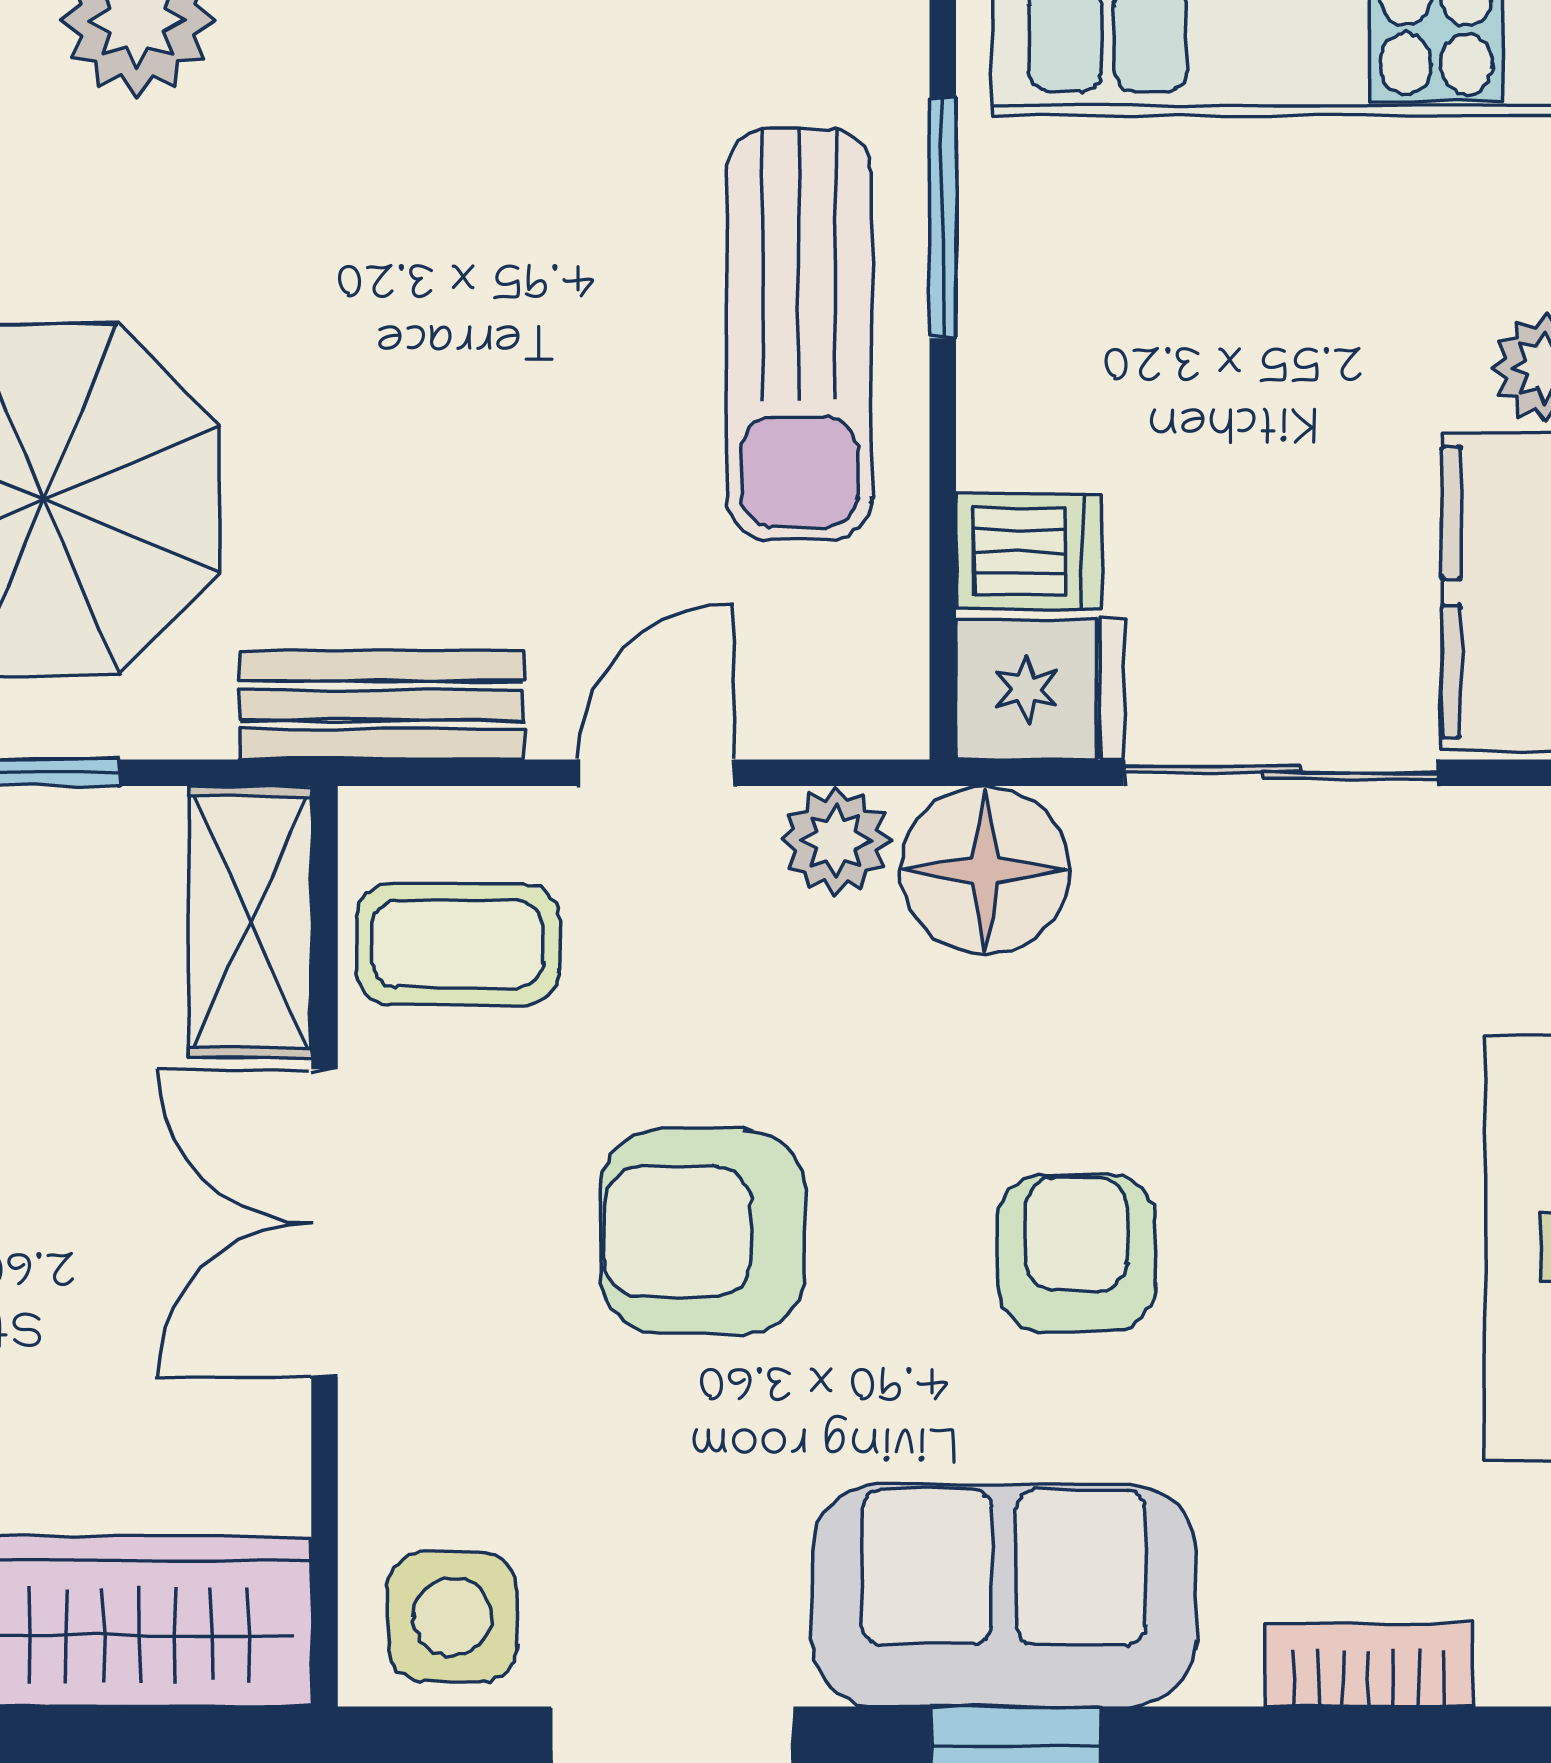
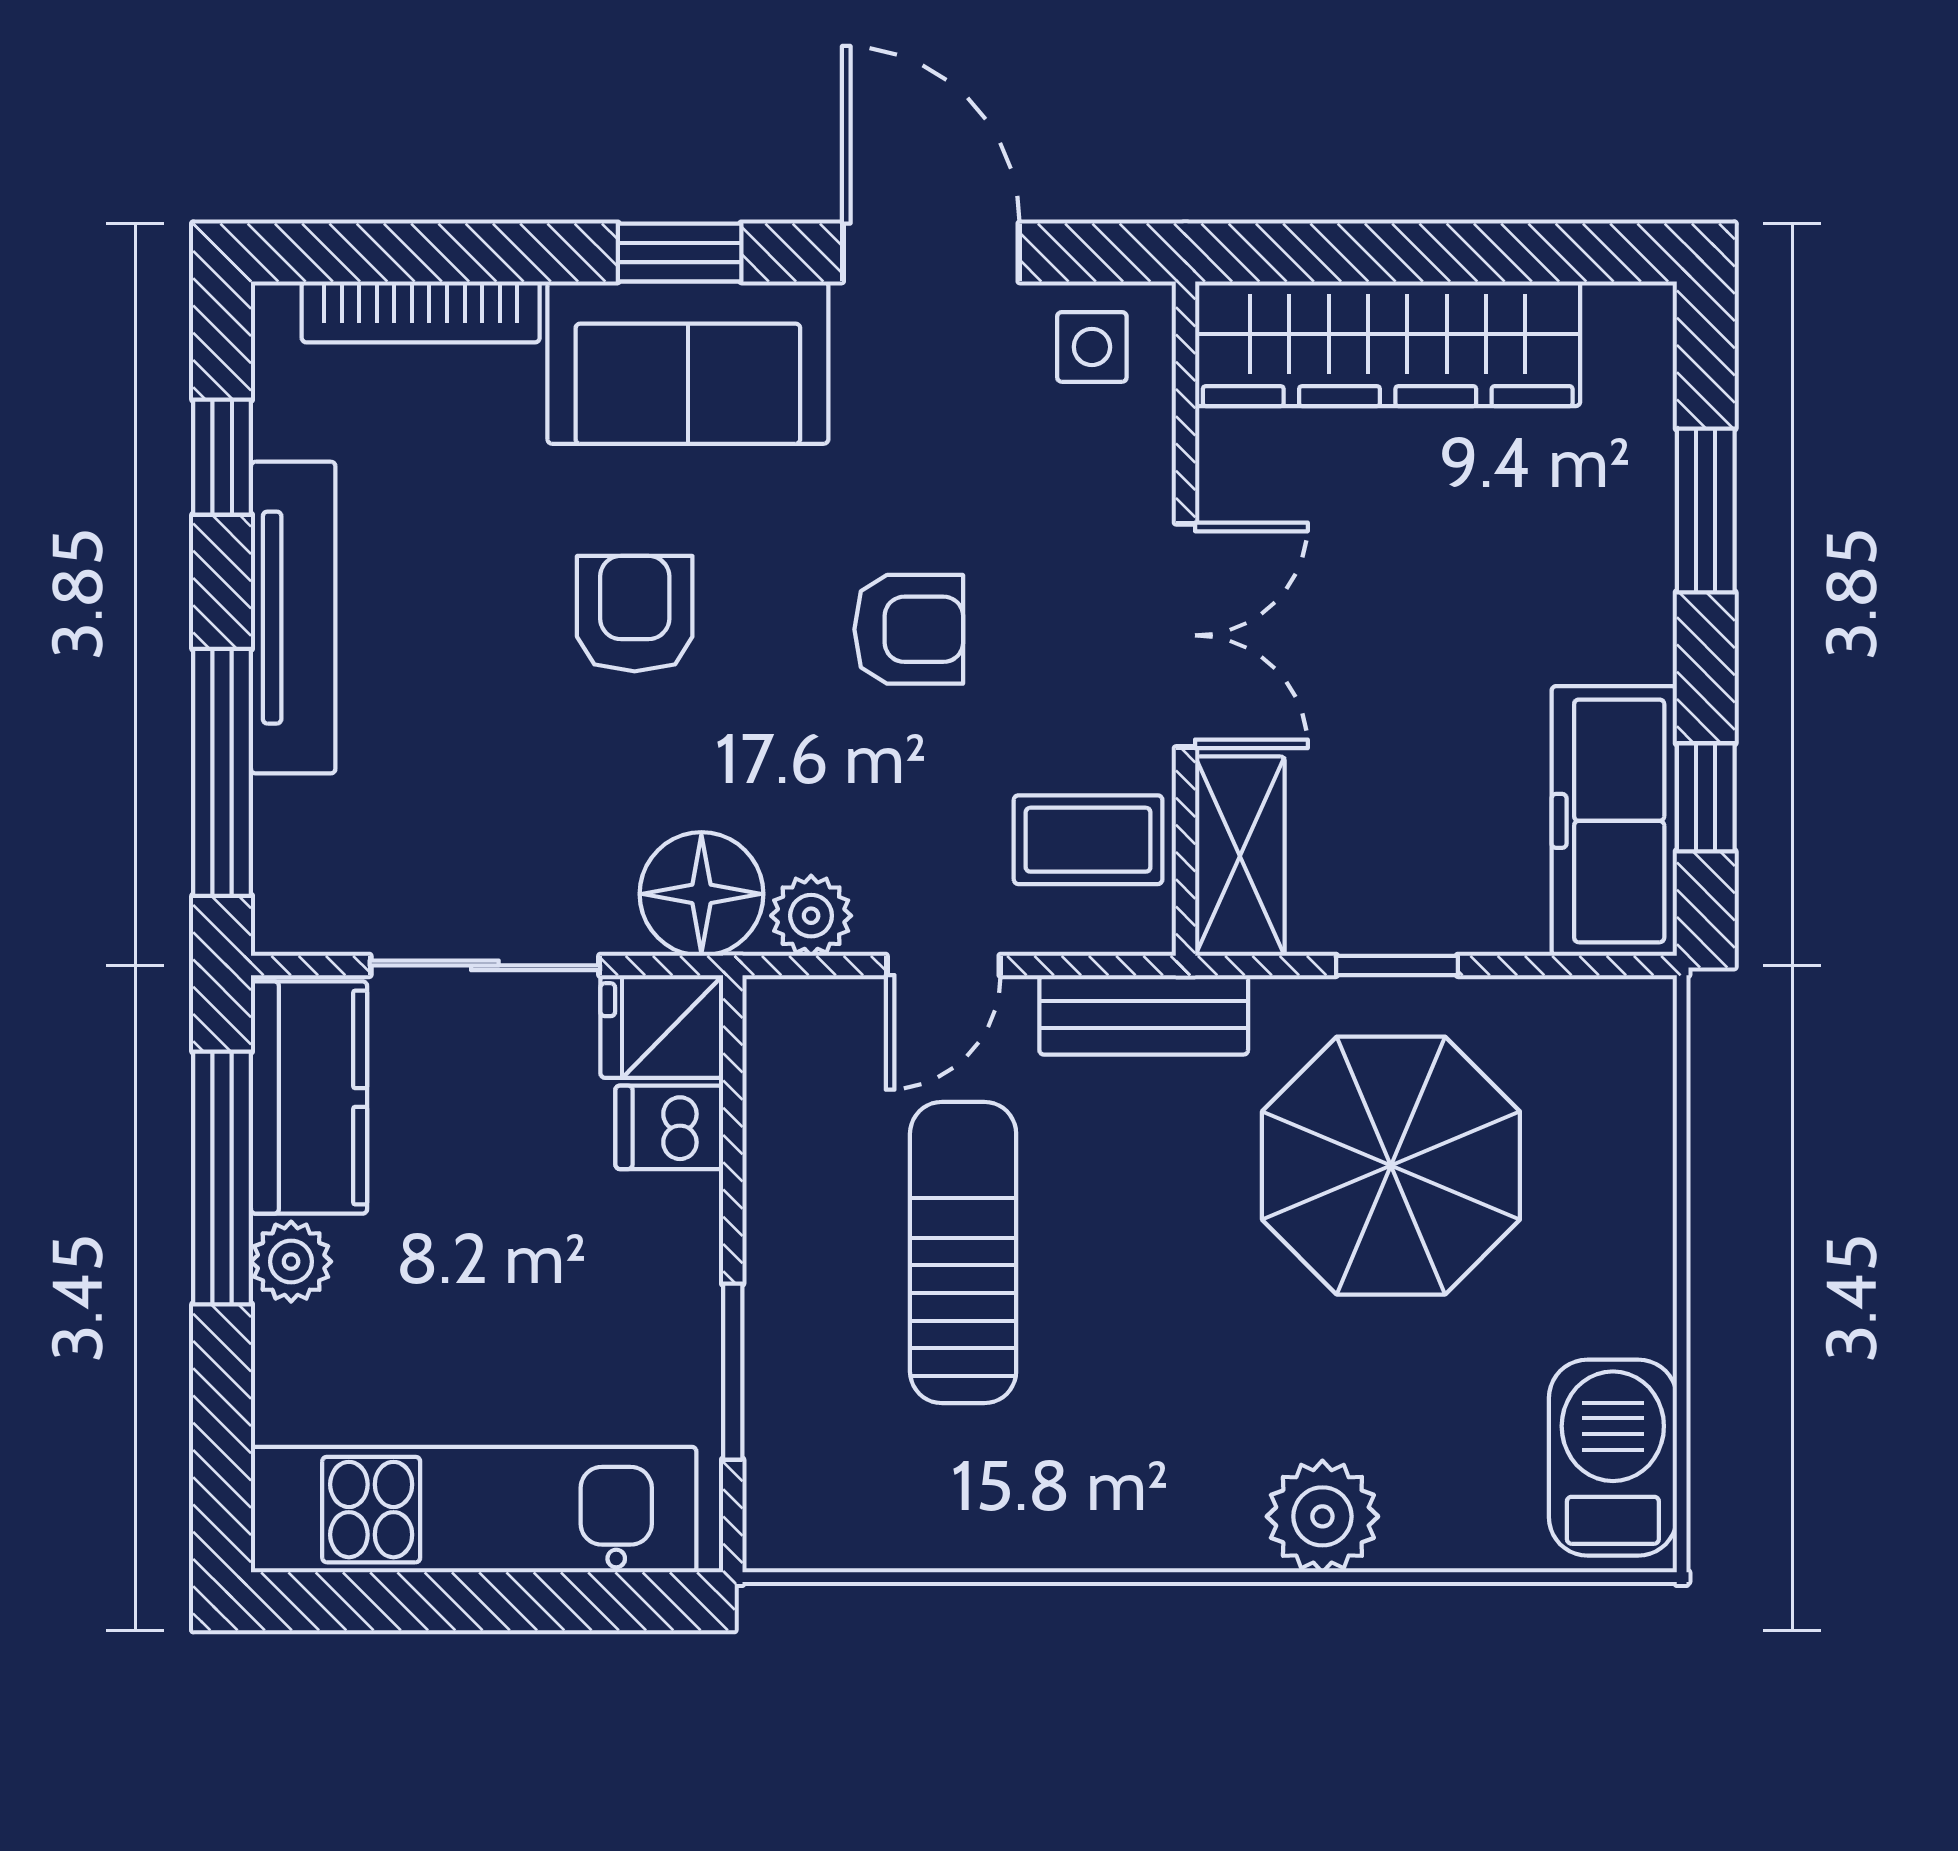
sun lounger: (799, 334) -> (963, 1253), moved
armchair: (702, 1232) -> (909, 629), width x0.72, depth x0.72
armchair: (1076, 1253) -> (635, 614), turned 180
side table: (452, 1617) -> (1092, 347), width x0.73, depth x0.73
bookcase: (1369, 1665) -> (421, 312), width x1.56

